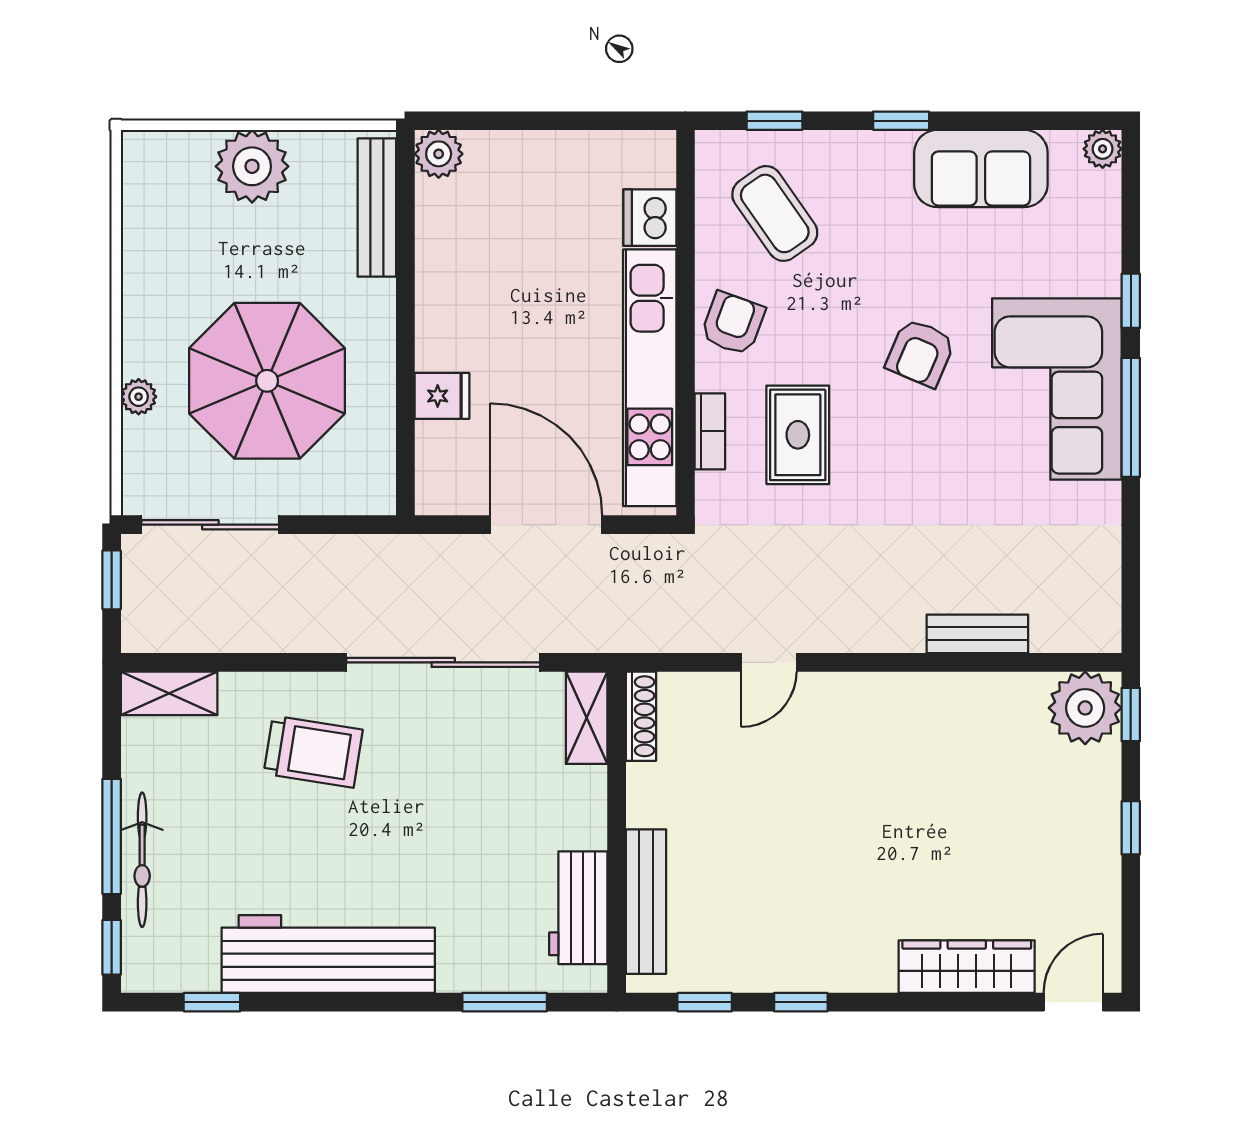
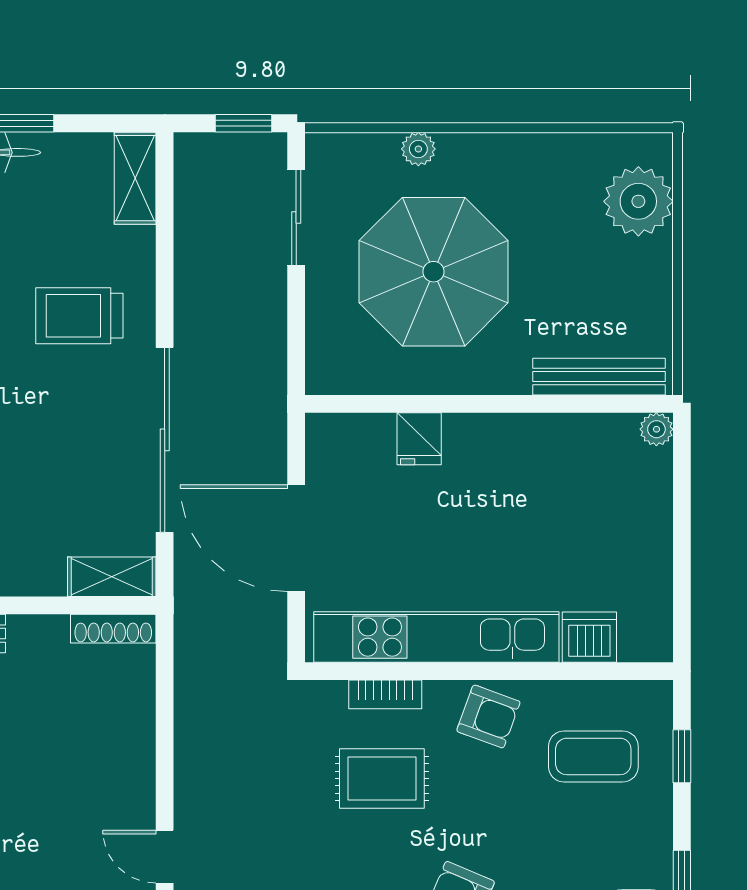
plant: (439, 154) -> (656, 429), width x0.73, depth x0.73
plant: (252, 166) -> (638, 201), moved
coffee table: (775, 213) -> (593, 756), turned 35
sliding door: (210, 525) -> (296, 218), width x0.73
door: (546, 525) -> (296, 538), swing flipped
door: (769, 662) -> (165, 857), moved
trolley: (313, 752) -> (79, 316), turned 81

